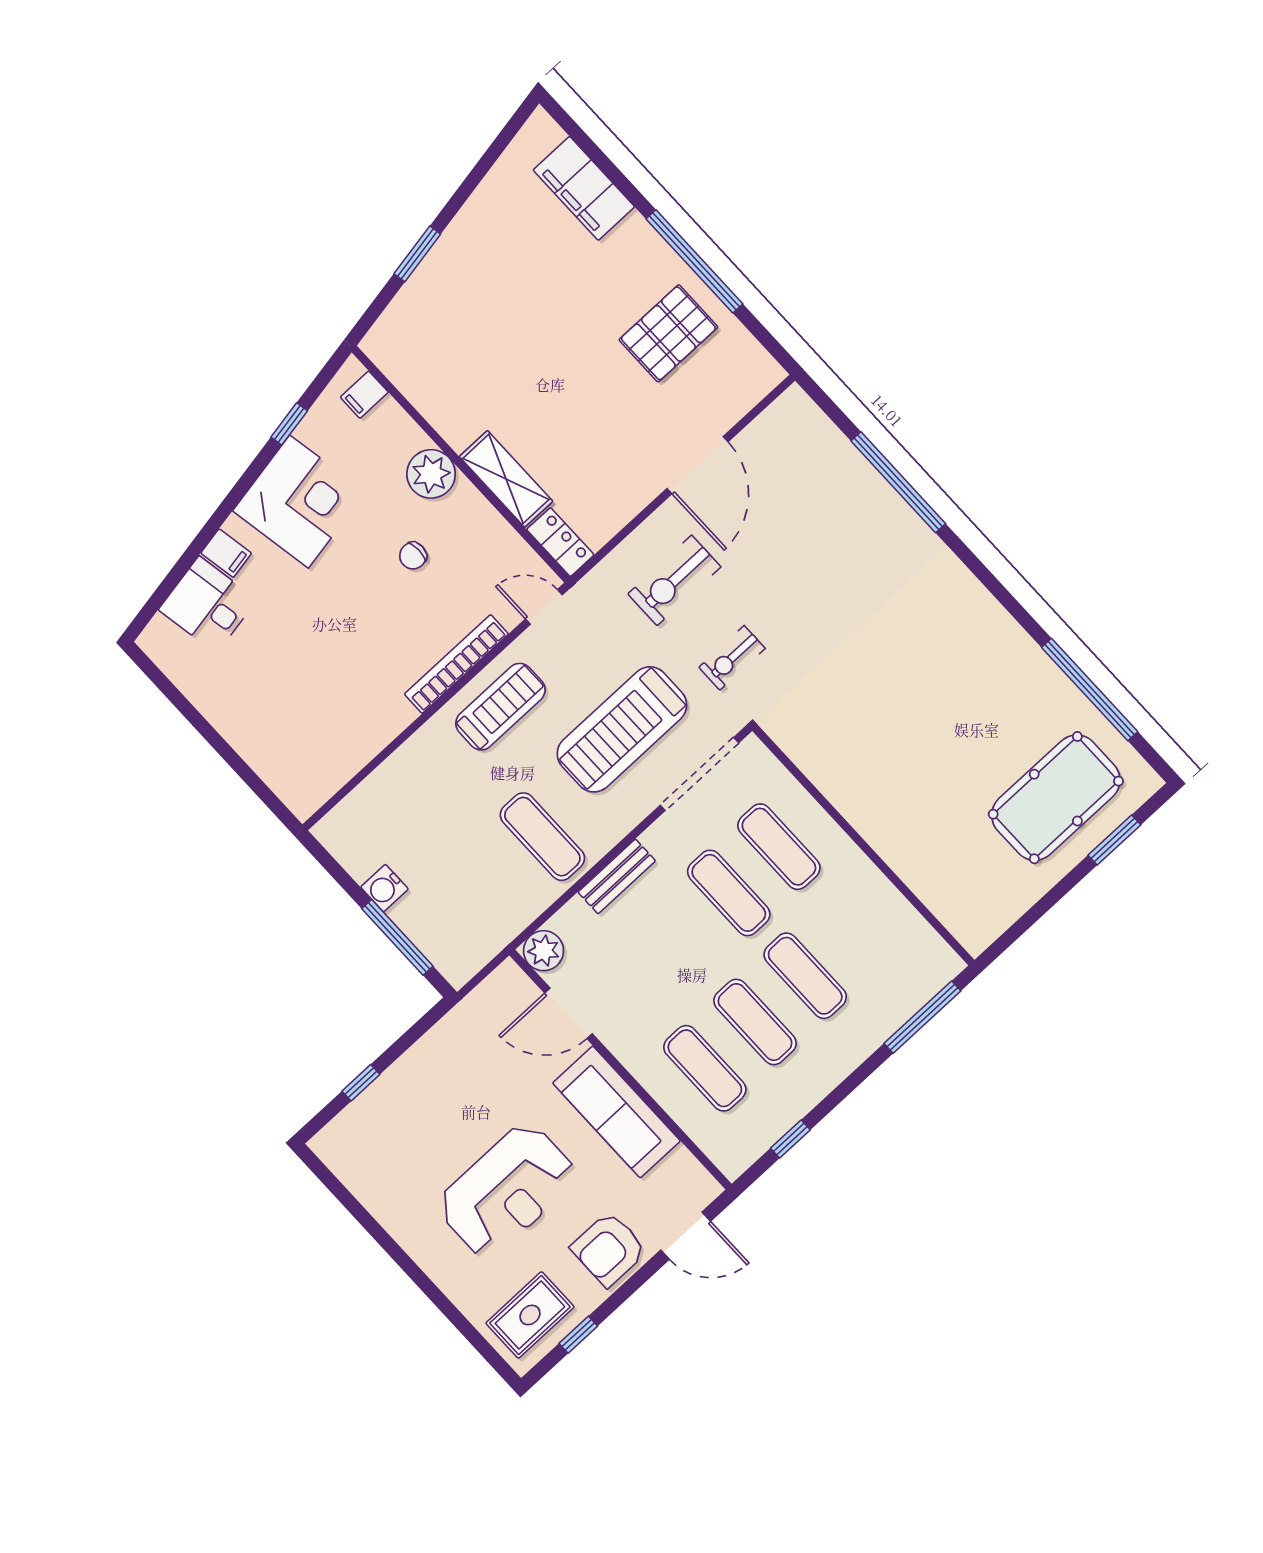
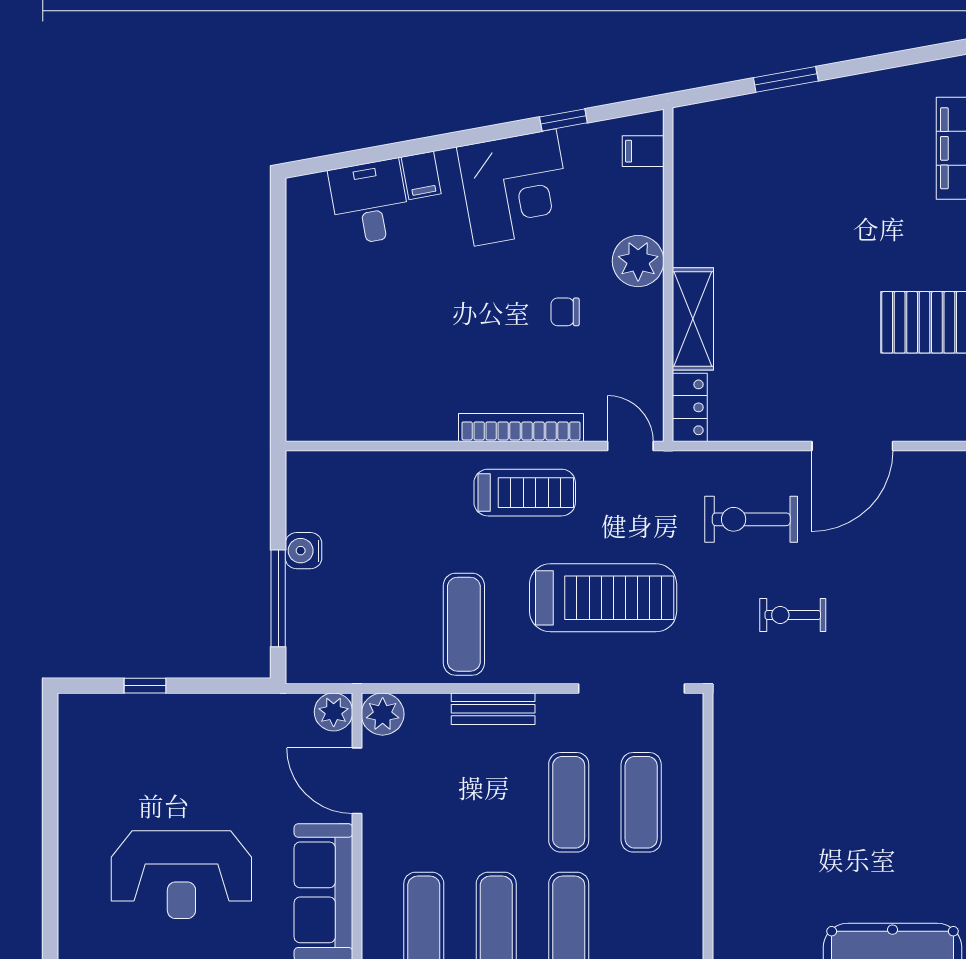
exercise bike: (732, 658) -> (793, 615), moved
treadmill: (622, 729) -> (603, 598), turned 180
plant: (508, 981) -> (334, 712), added

